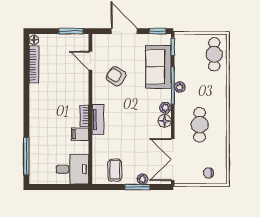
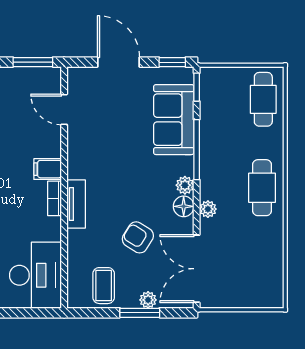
armchair: (116, 76) -> (138, 237), moved
plant: (180, 87) -> (208, 209), moved
cafe table: (200, 125) -> (262, 188), moved
filing cabinet: (80, 134) -> (48, 169), moved
desk: (73, 169) -> (35, 275), width x1.37
chair: (208, 173) -> (254, 290), removed

